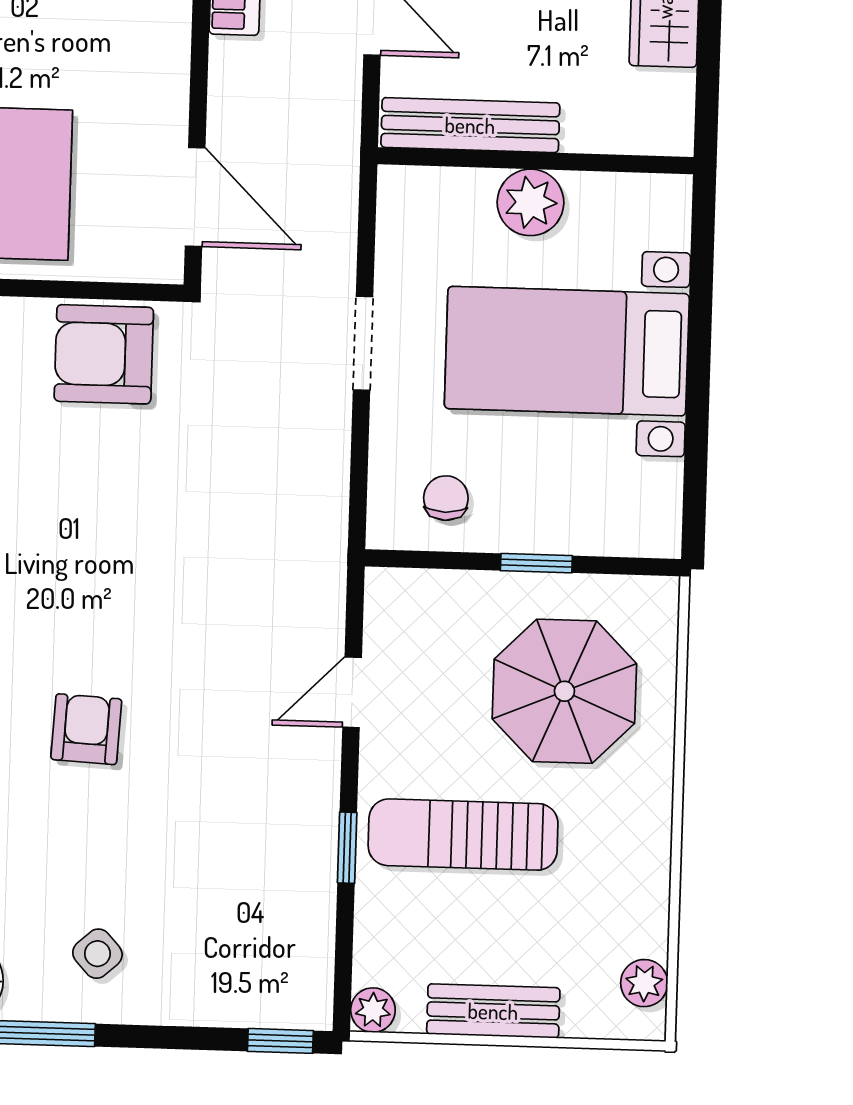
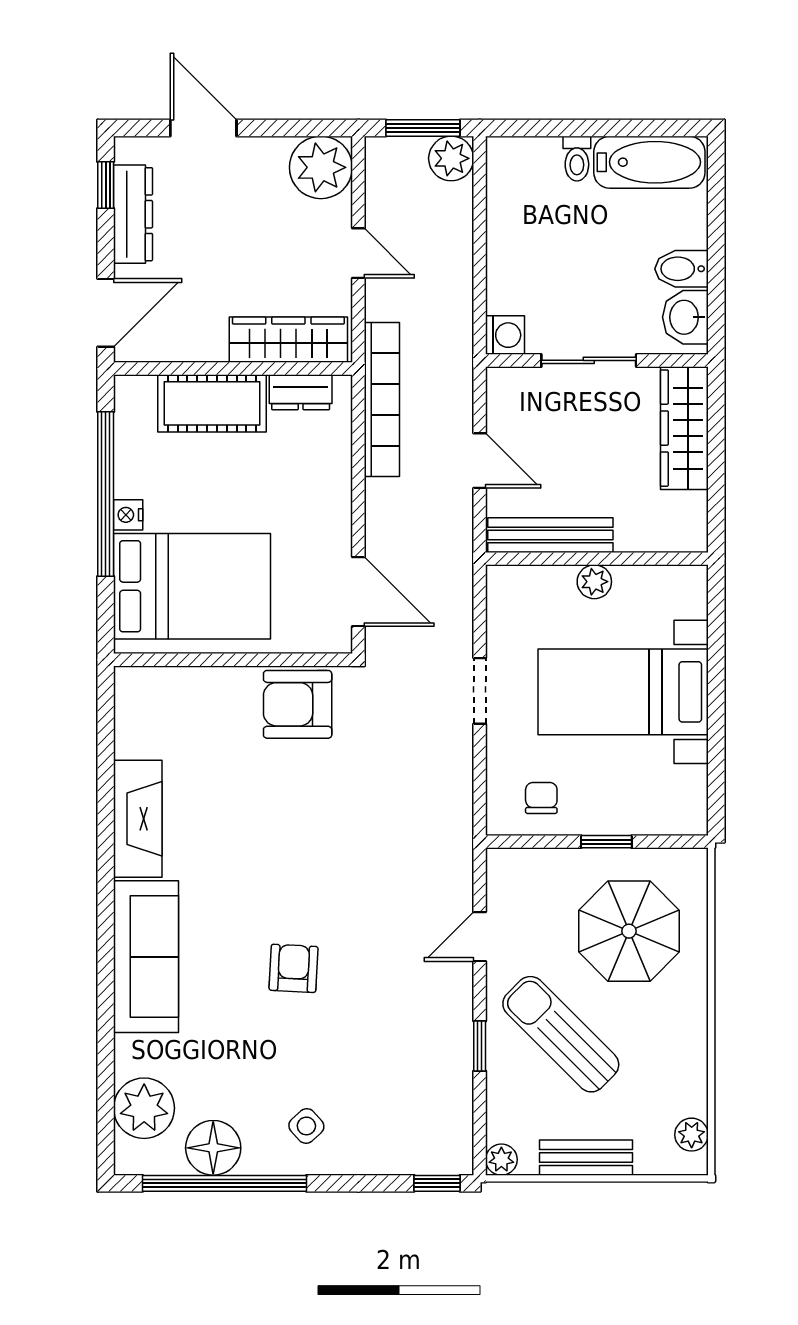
plant: (531, 202) -> (594, 582), width x0.73, depth x0.73
sun lounger: (463, 835) -> (561, 1034), turned 45

